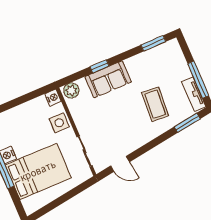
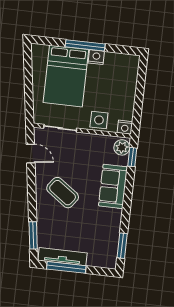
window: (100, 66) -> (132, 157), moved
tv unit: (194, 94) -> (62, 257), width x1.41
coffee table: (155, 104) -> (63, 193), moved, turned 32
door: (120, 164) -> (31, 154), swing flipped

